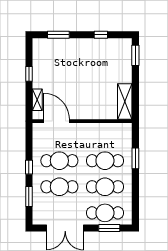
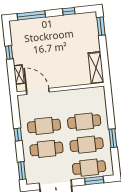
window: (58, 35) -> (31, 15), width x1.44
window: (135, 158) -> (113, 138), moved
window: (29, 196) -> (22, 171), moved

